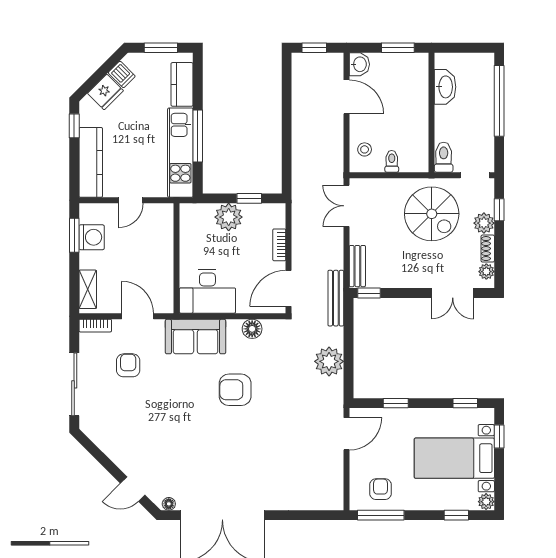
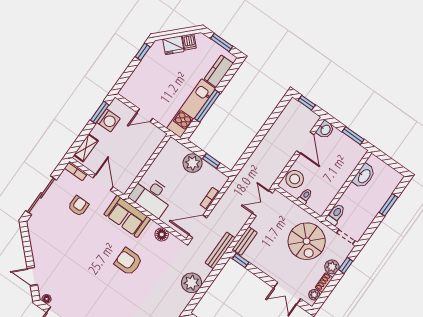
window: (499, 101) -> (389, 205), width x0.47
stool: (365, 149) -> (295, 179), width x1.89, depth x1.89
kitchen counter: (91, 162) -> (137, 79), removed

